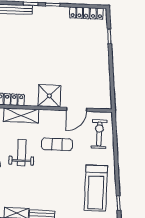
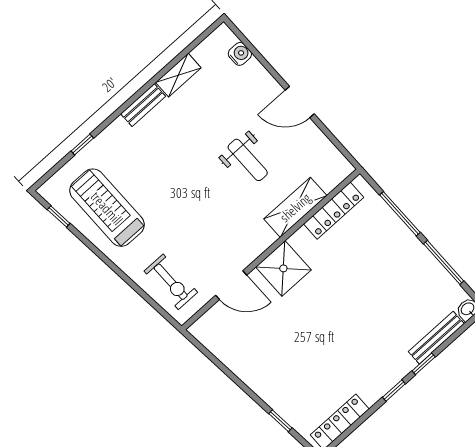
door: (77, 109) -> (231, 285), swing flipped
exercise mat: (57, 144) -> (213, 215), removed

